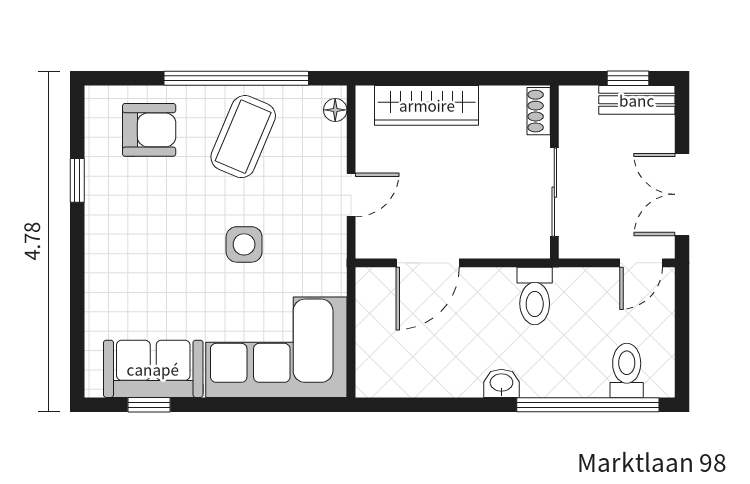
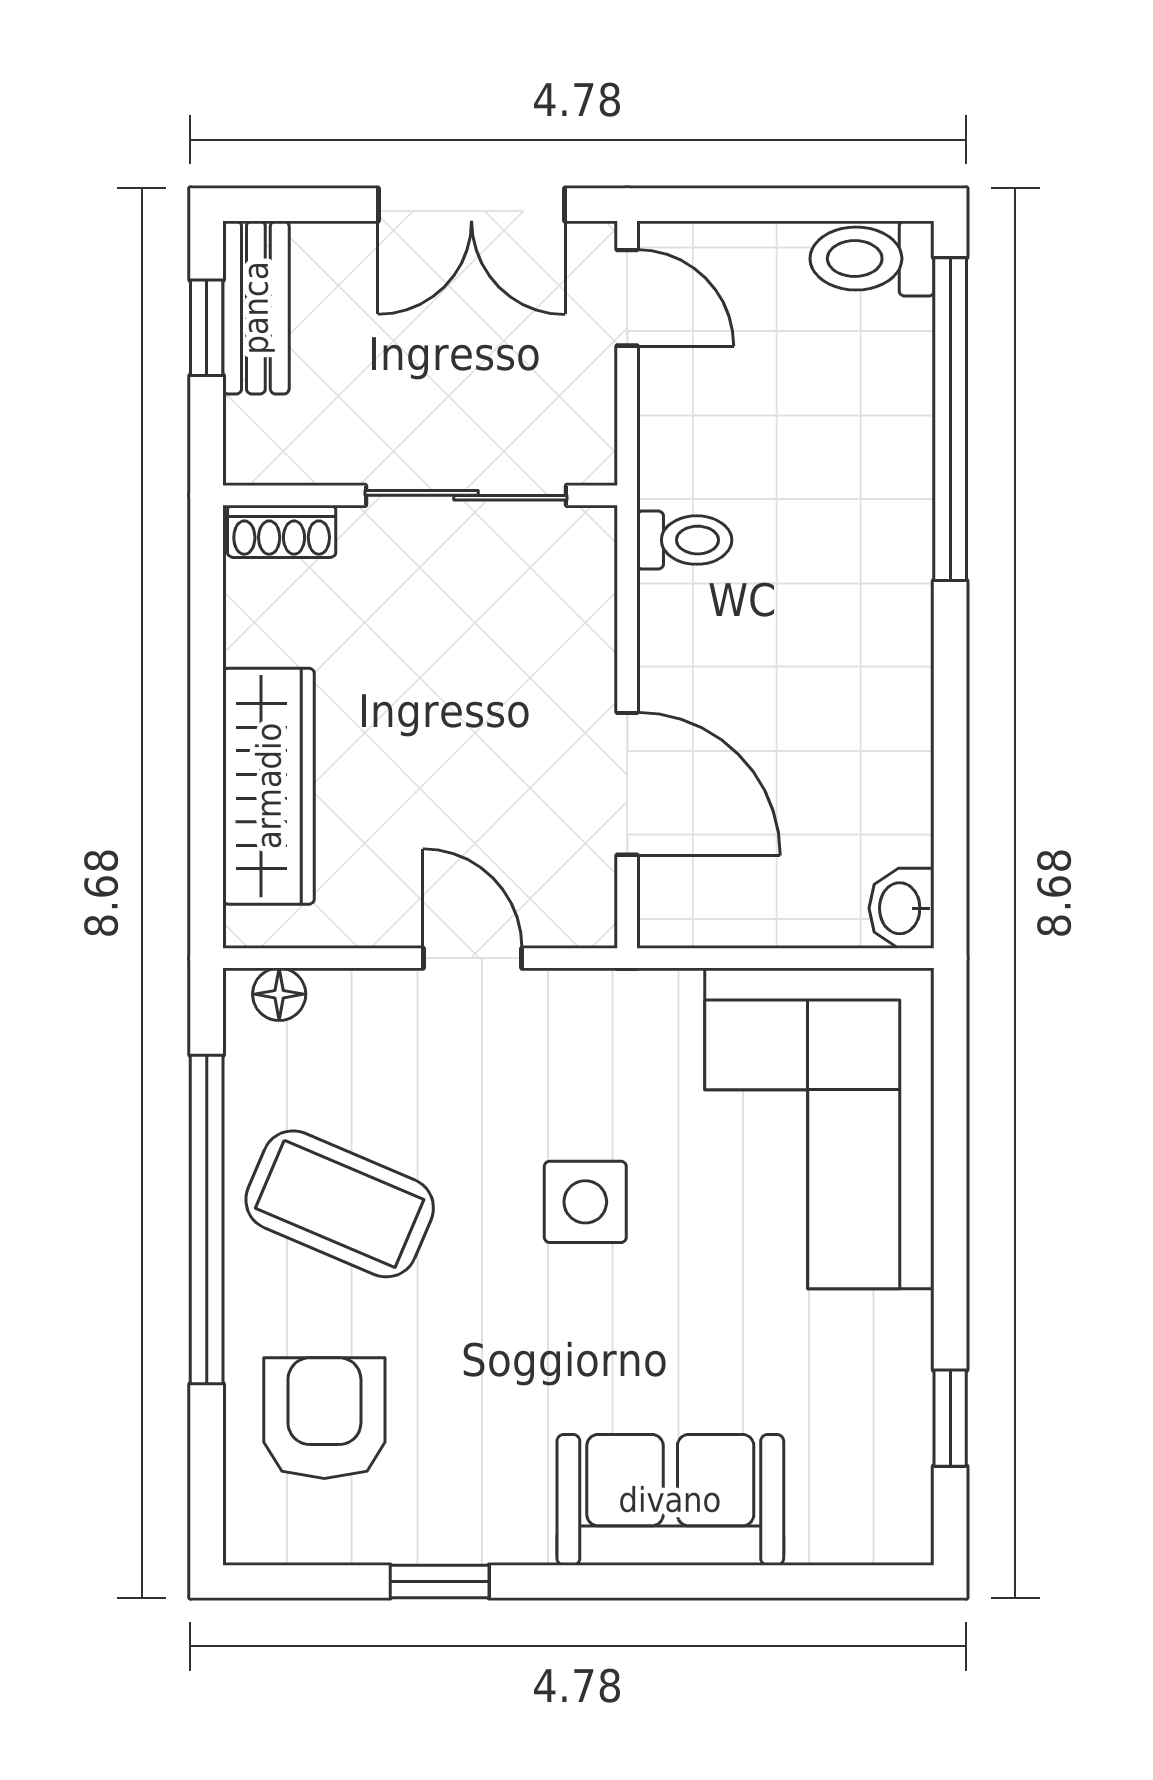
toilet: (535, 296) -> (684, 540), width x0.73, depth x0.72
sofa: (153, 369) -> (670, 1500), moved, turned 90
toilet: (627, 370) -> (872, 259), moved
washbasin: (501, 383) -> (902, 908), moved

